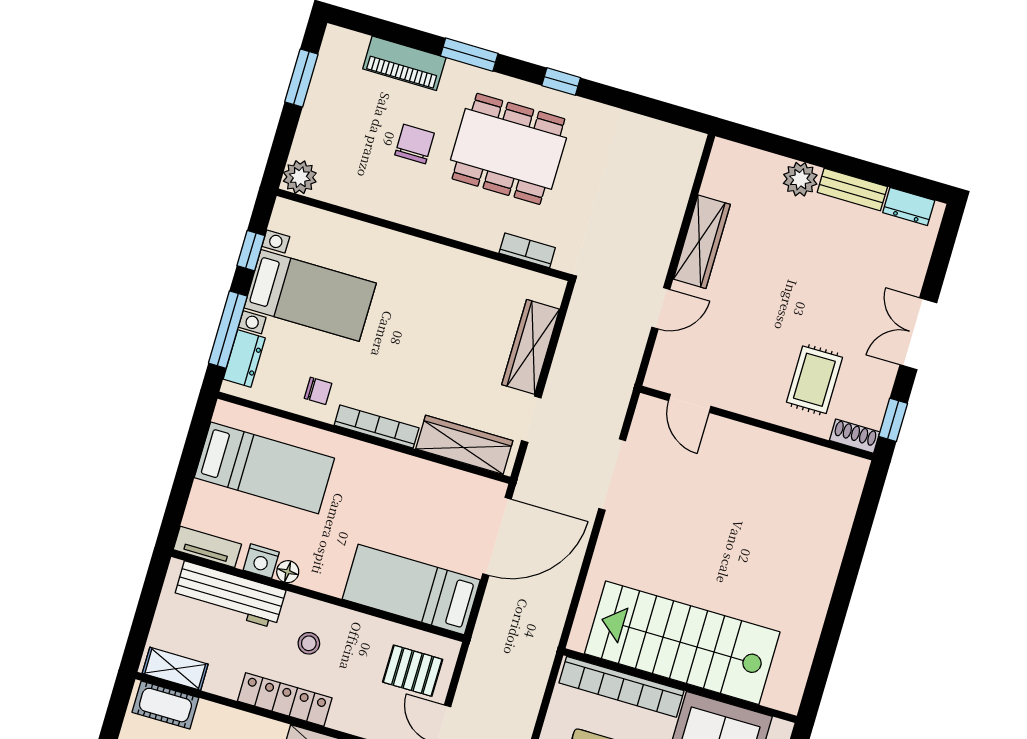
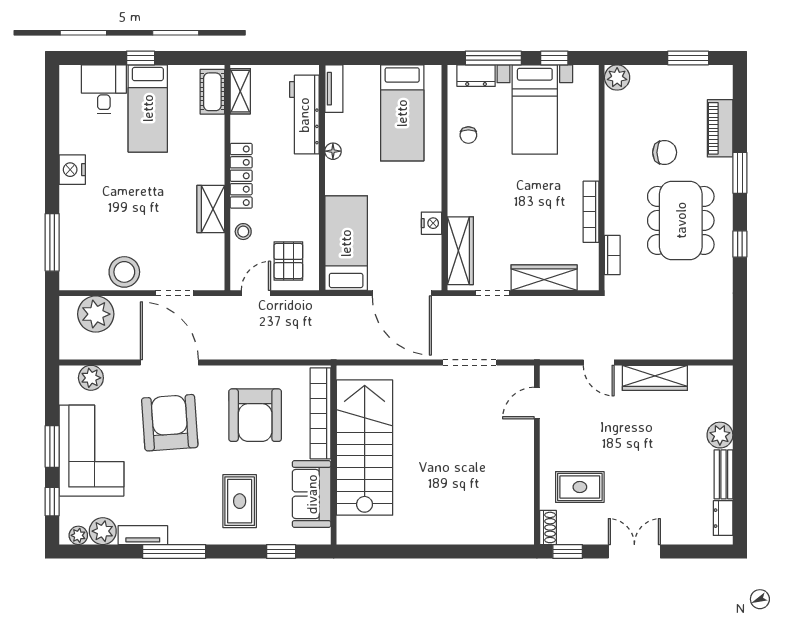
bookcase: (377, 427) -> (591, 212), moved, turned 180
nightstand: (261, 561) -> (432, 223), moved, turned 180
stool: (309, 643) -> (243, 232), moved

